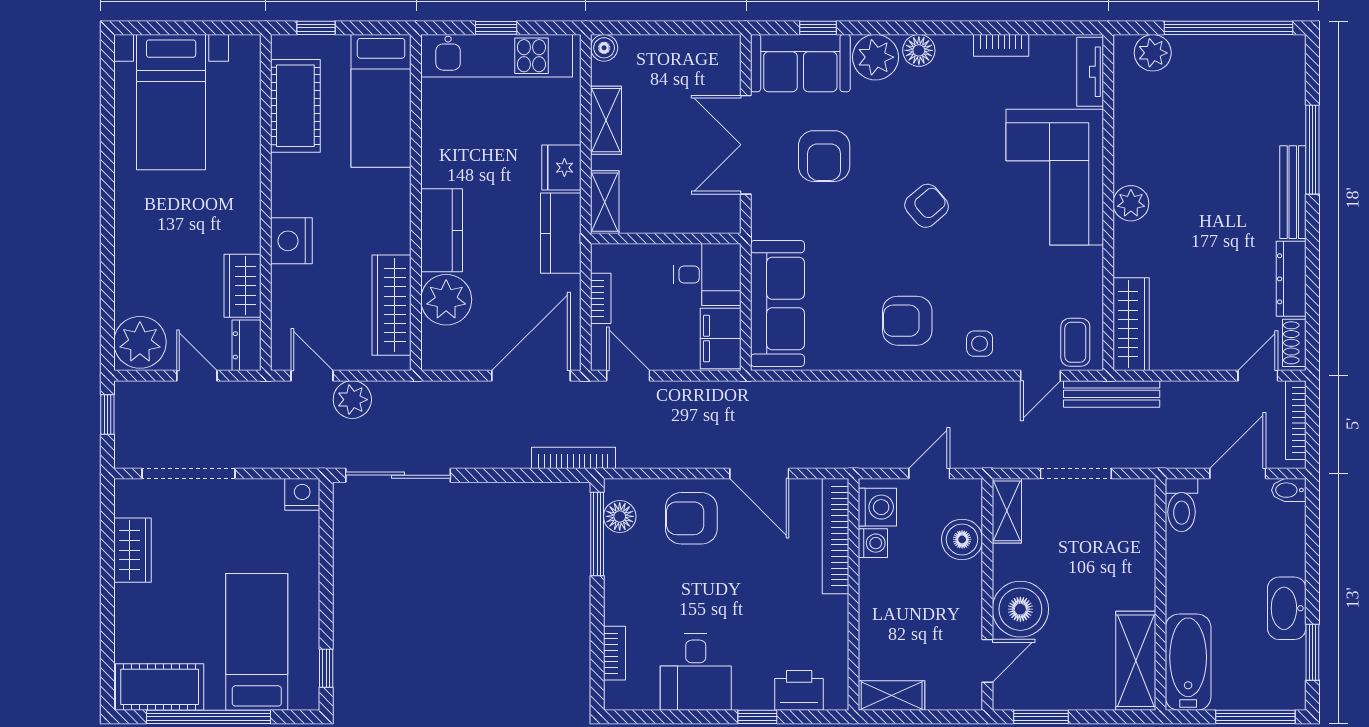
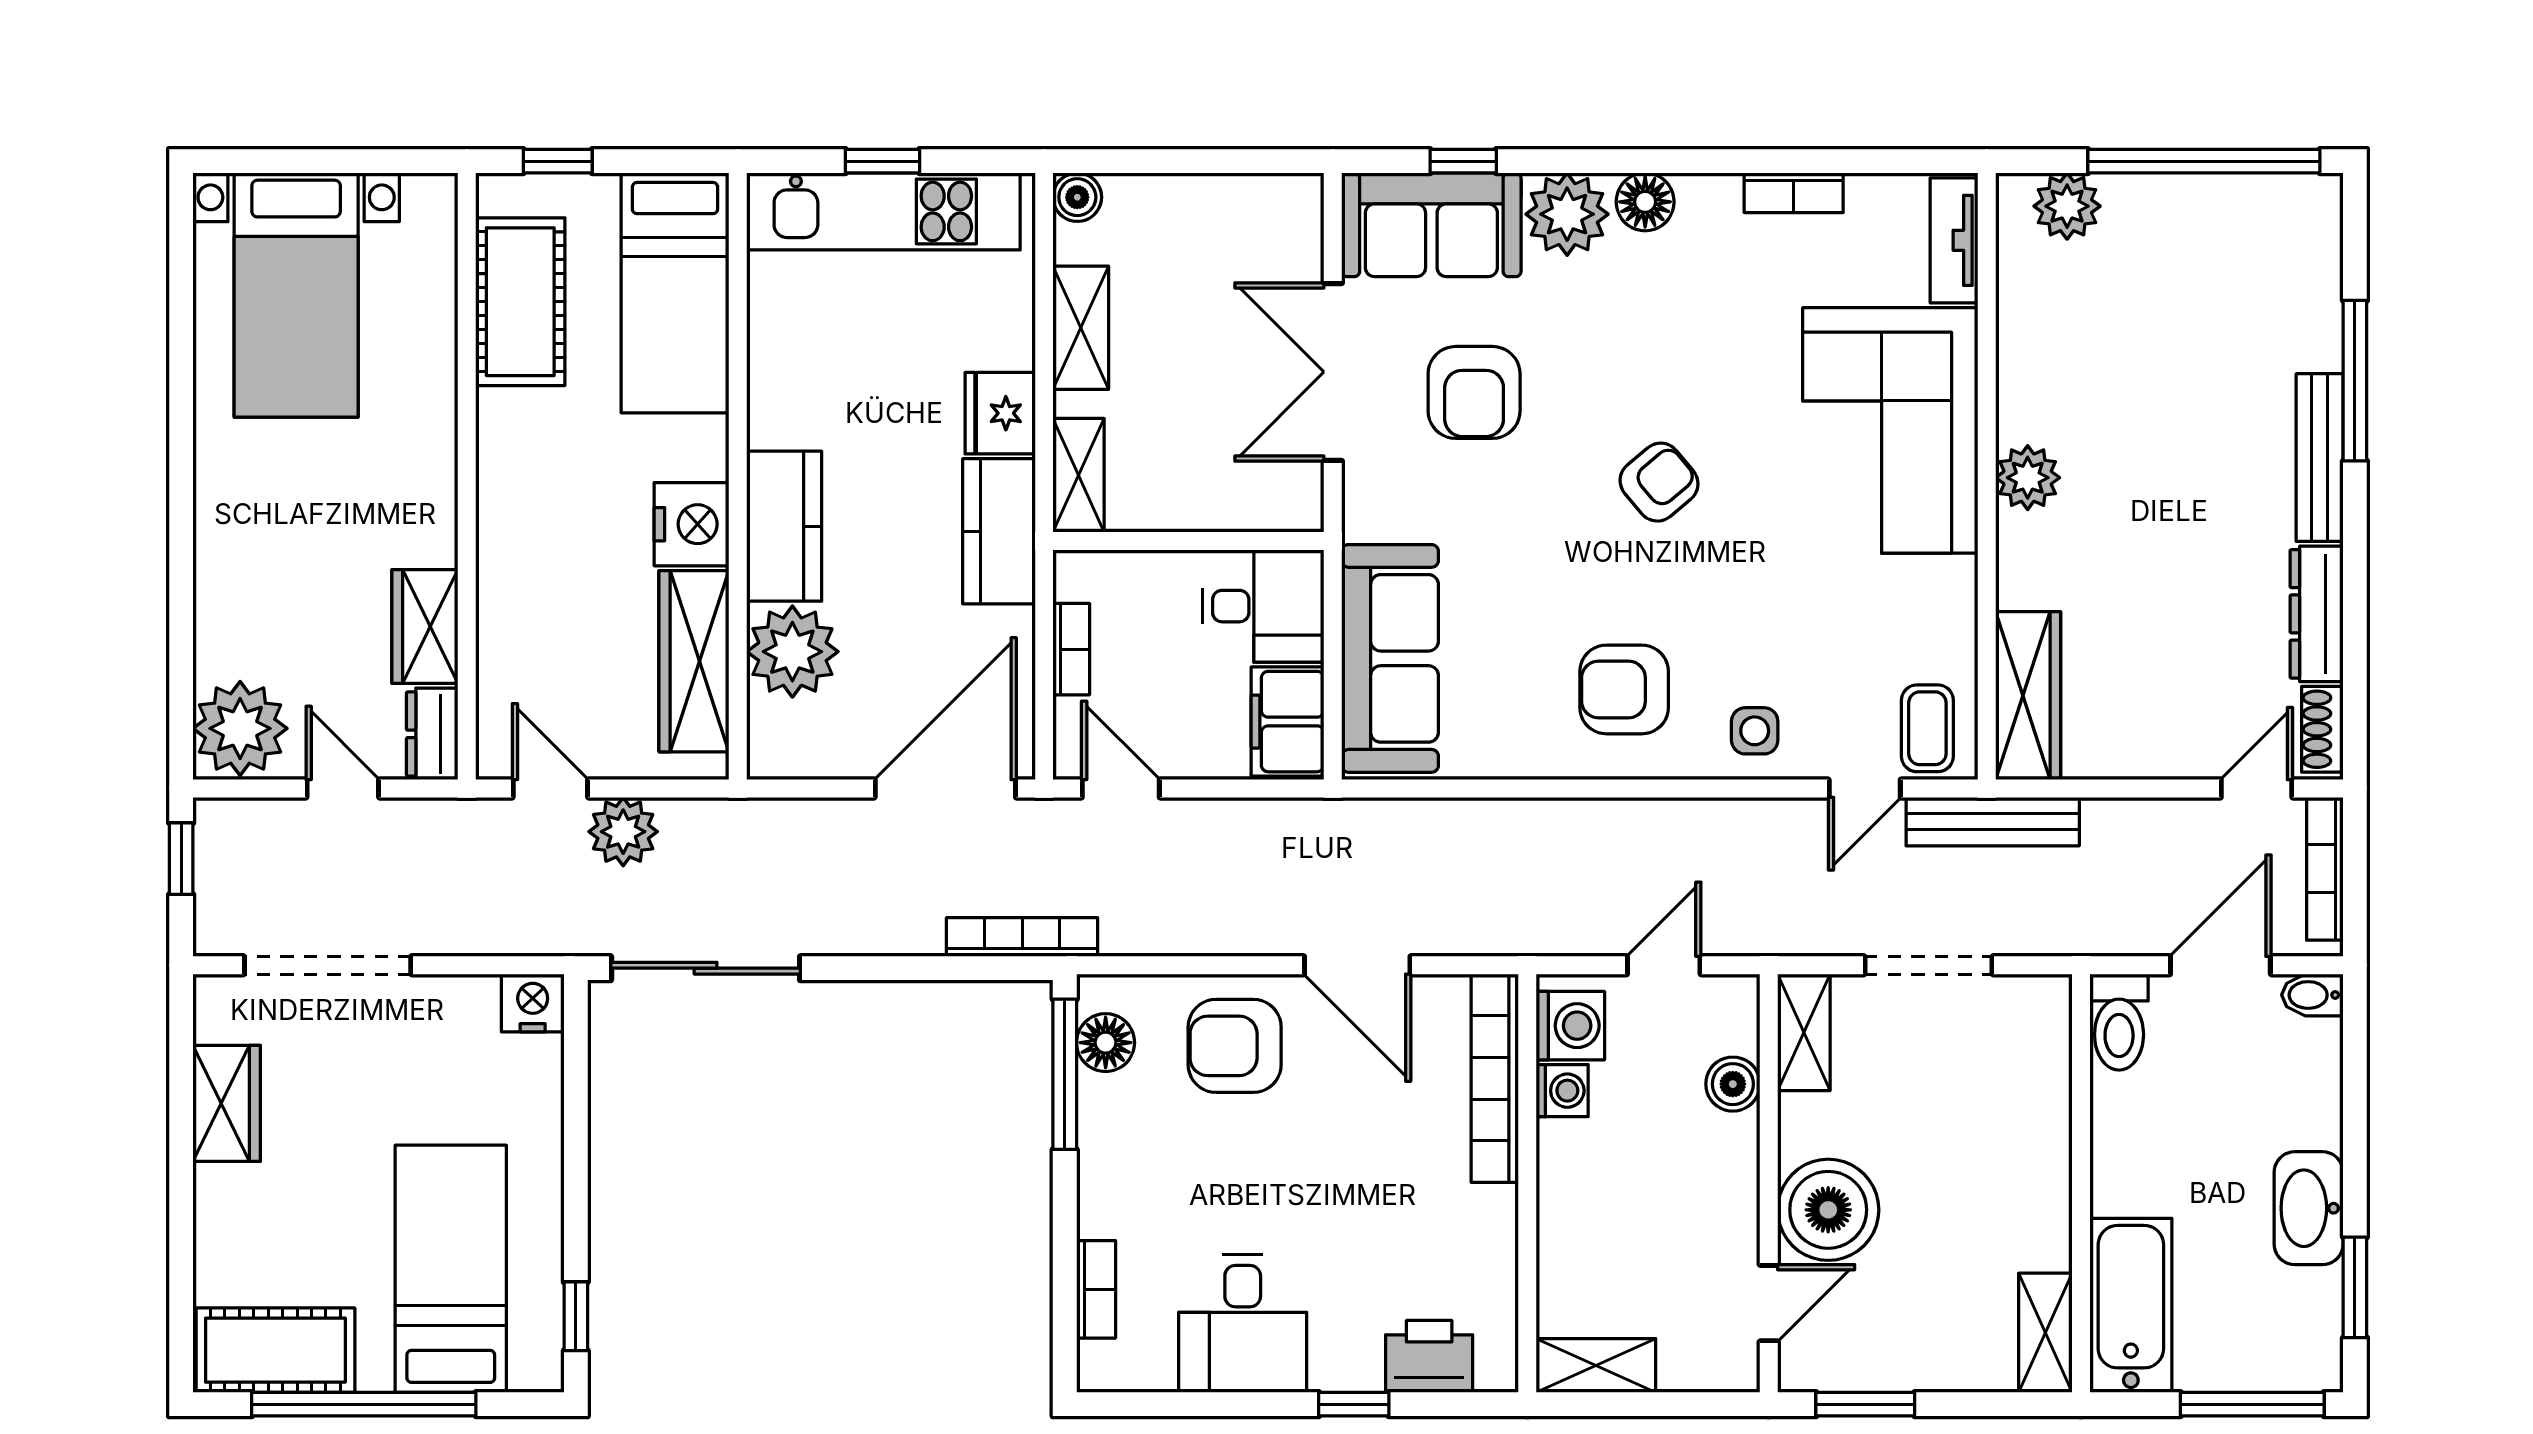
nightstand: (291, 241) -> (692, 524), moved, turned 180
boiler: (962, 539) -> (1733, 1084), width x0.73, depth x0.73
shelving: (1136, 661) -> (2045, 1333), width x0.67, depth x0.75

